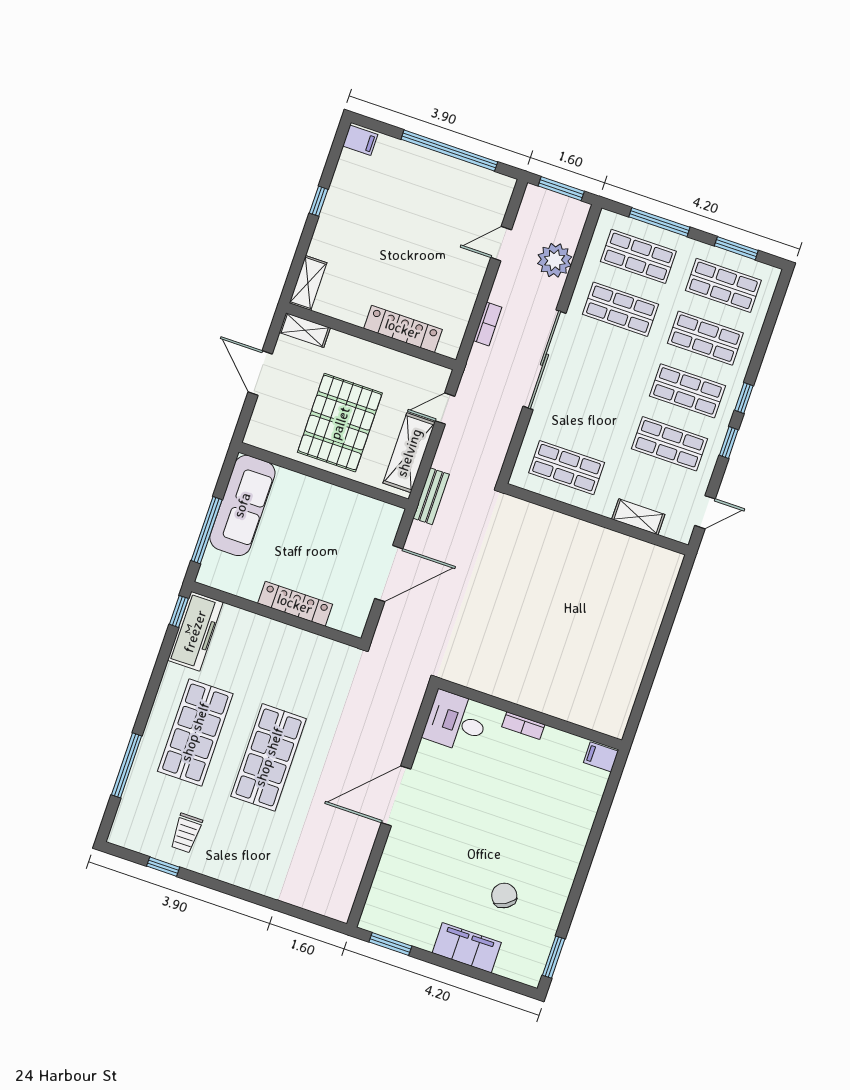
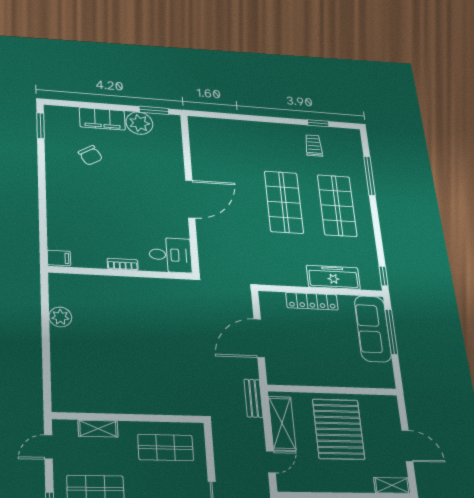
sofa: (242, 505) -> (373, 329), moved
freezer: (195, 631) -> (333, 277), moved, turned 90
plant: (629, 675) -> (60, 317), added
plant: (419, 929) -> (139, 123), added

